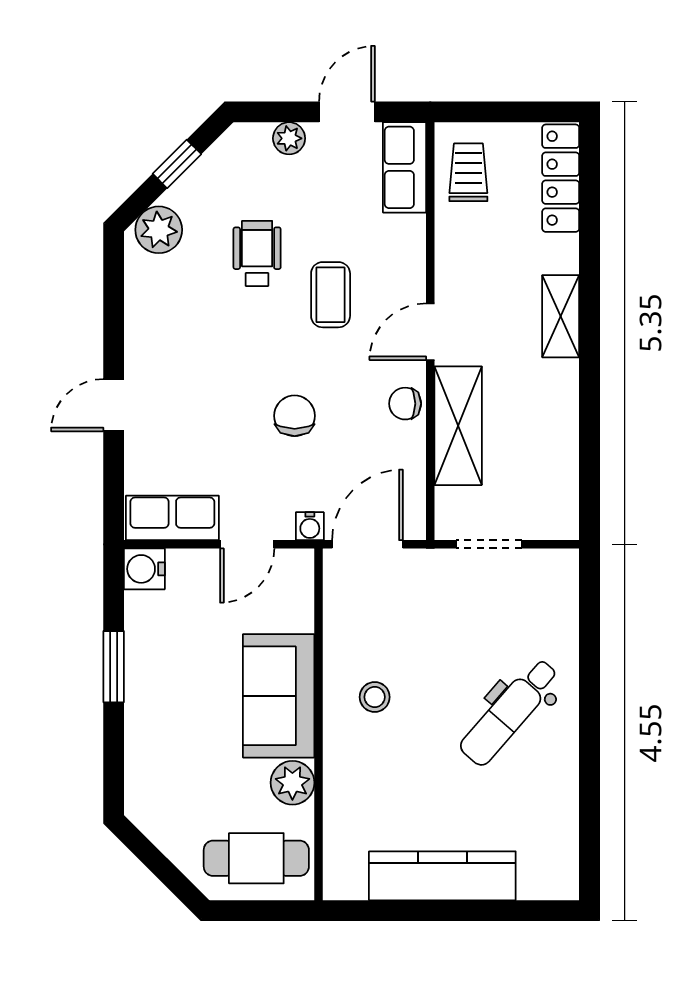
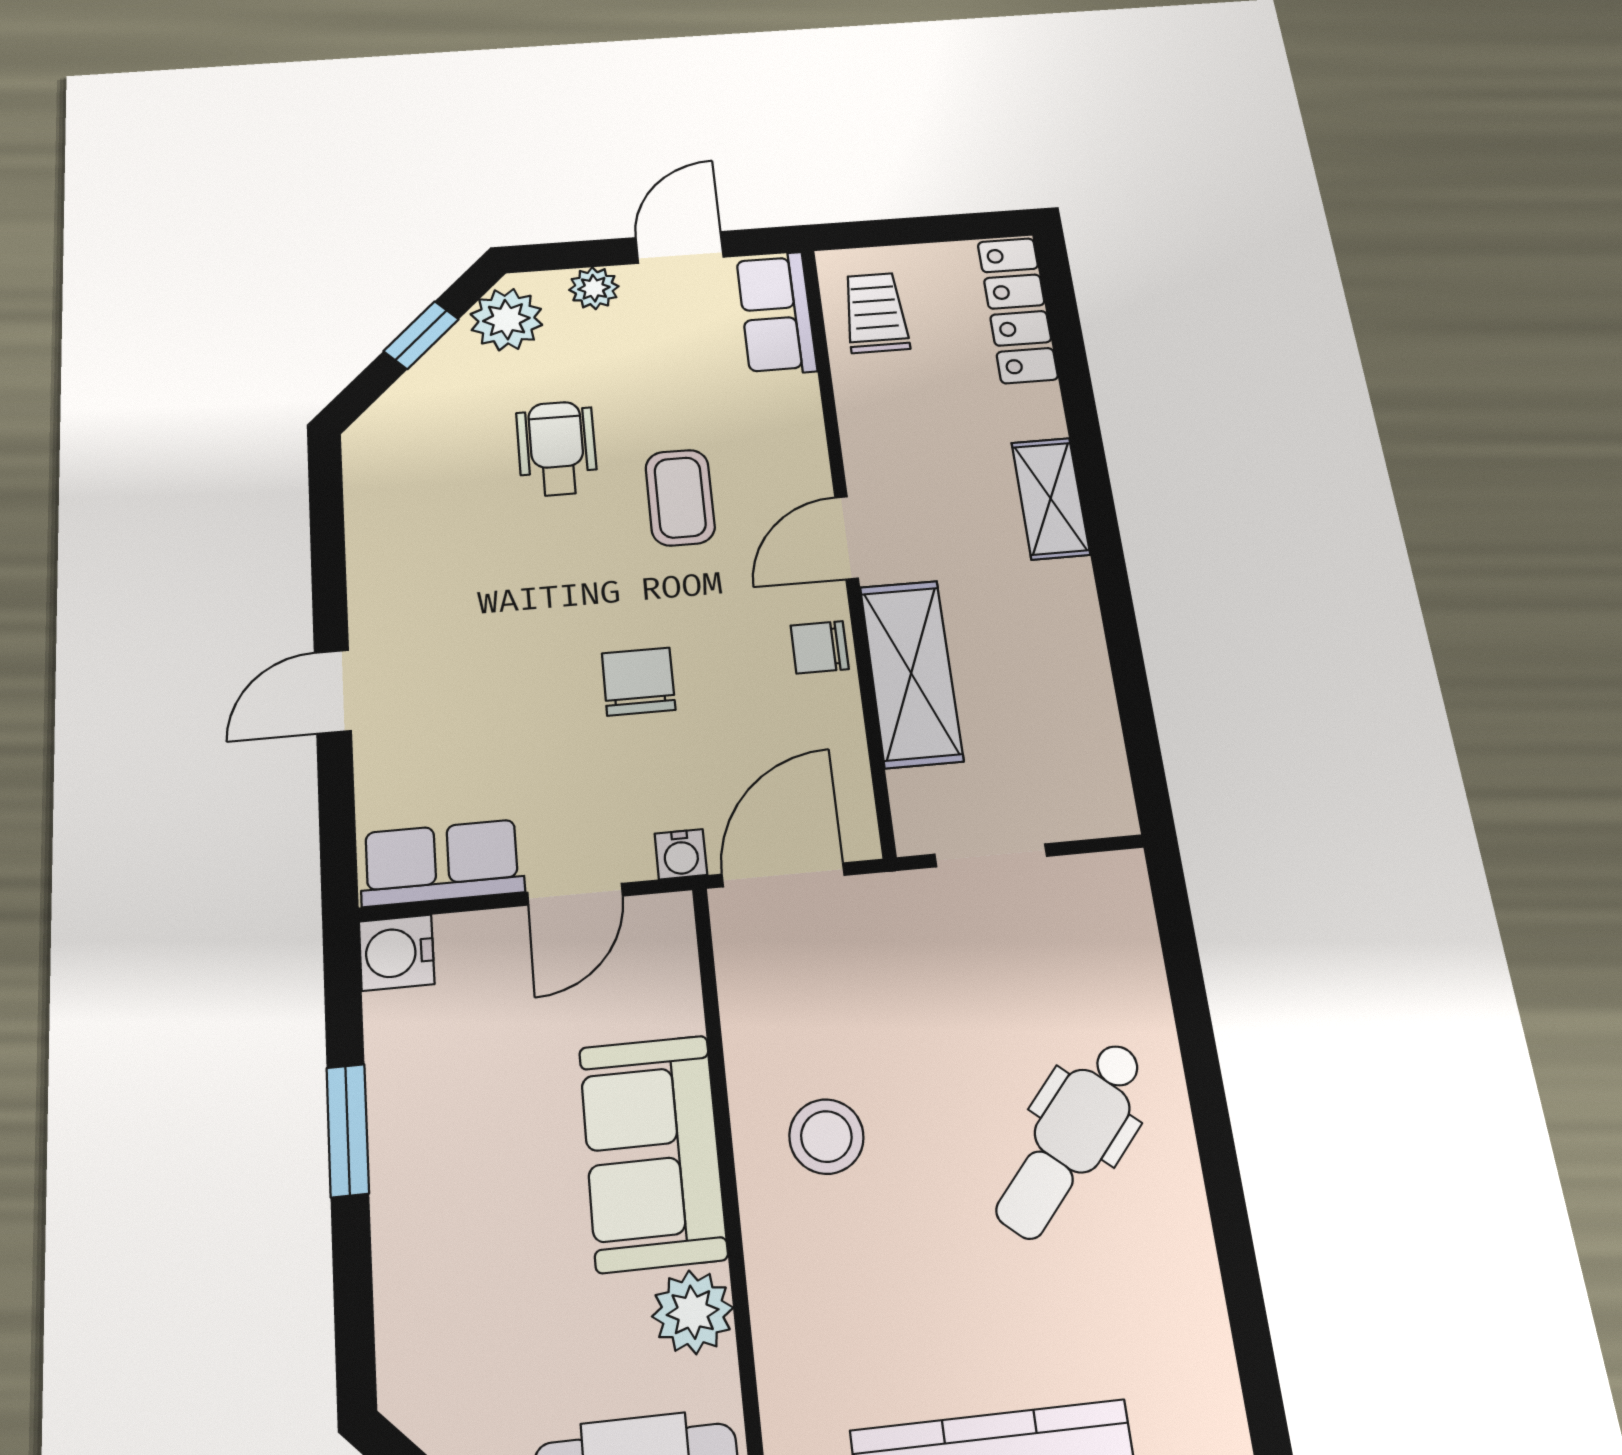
plant: (159, 230) -> (506, 320), moved
stool: (375, 697) -> (826, 1137), width x1.37, depth x1.37

